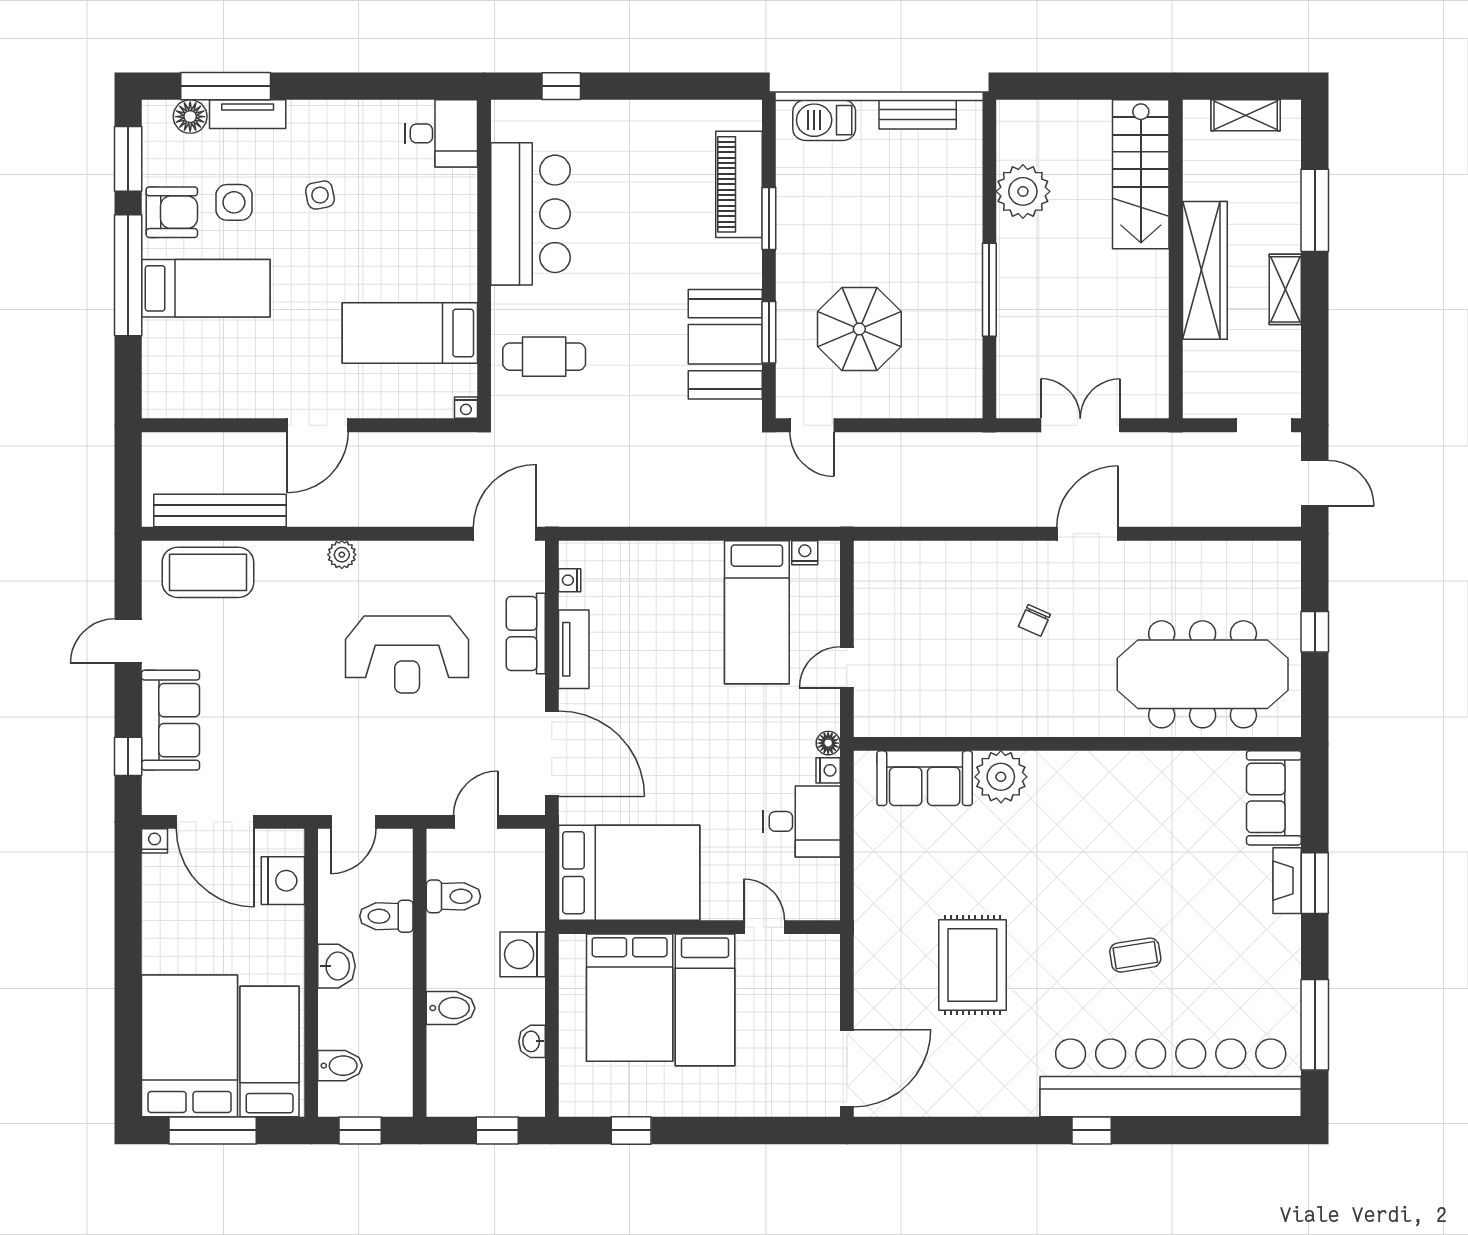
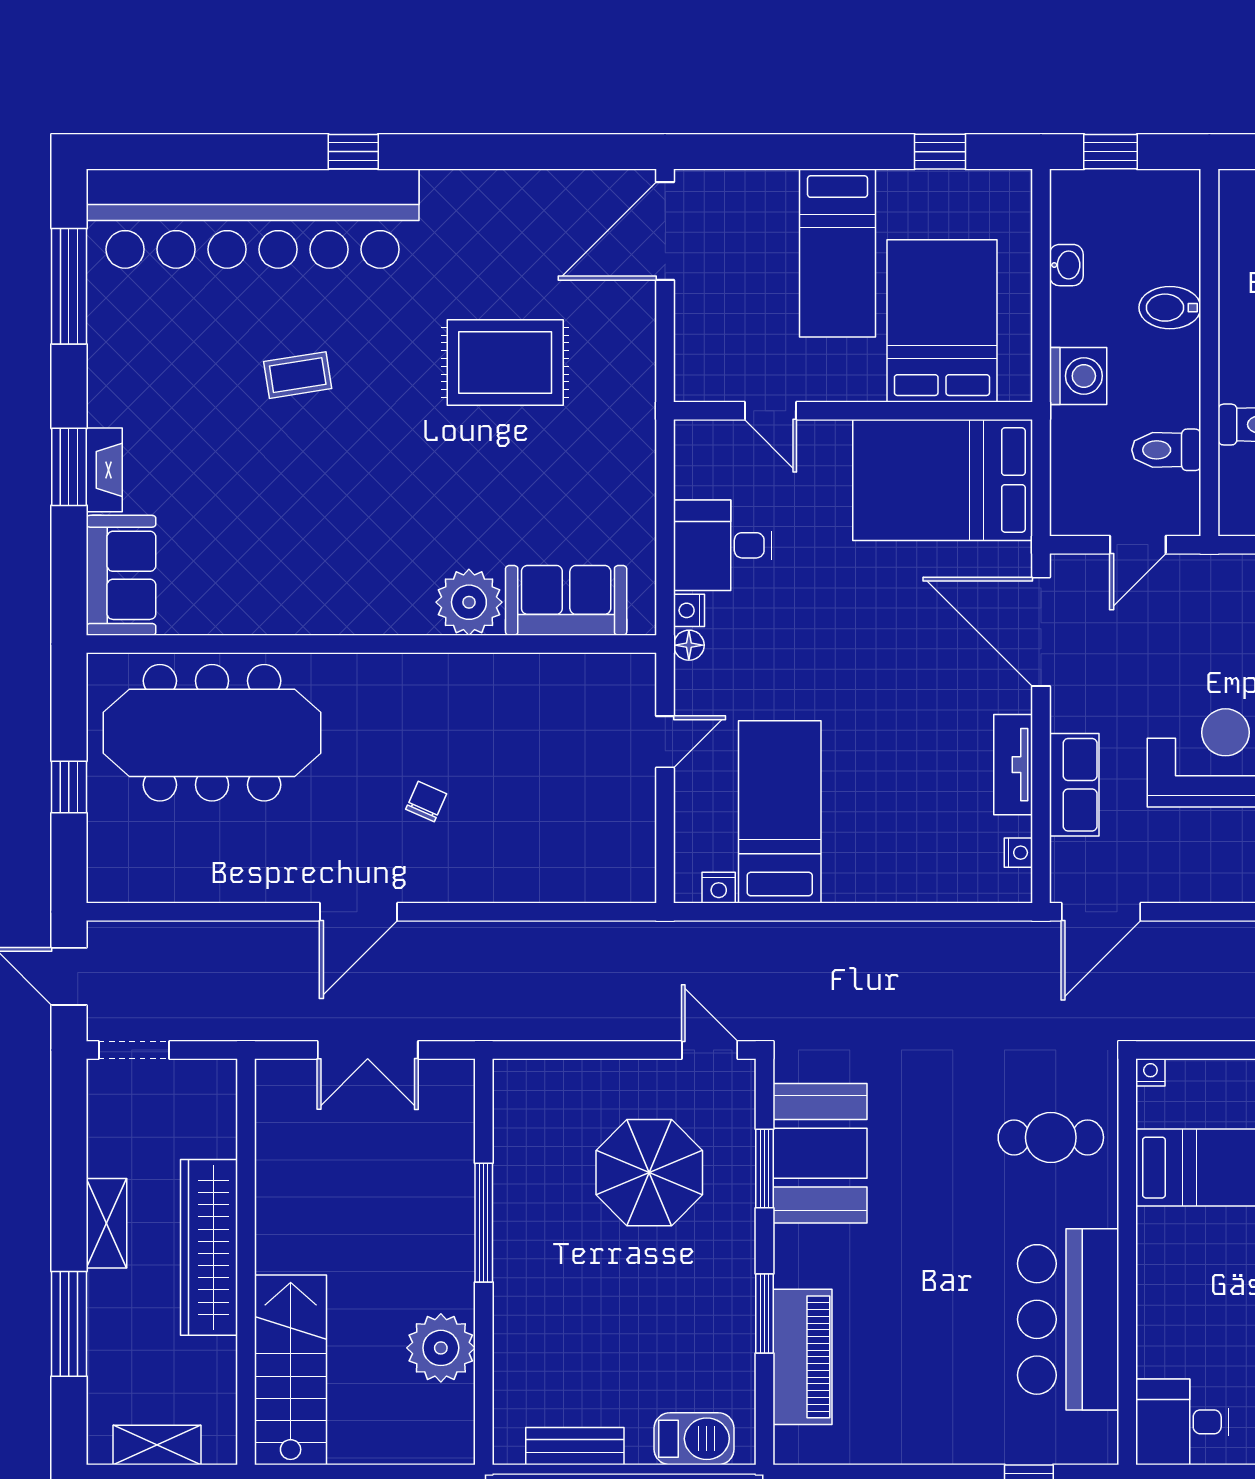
rug: (972, 965) -> (505, 362), turned 90
bed: (705, 1000) -> (838, 253), moved, turned 180

